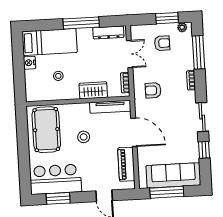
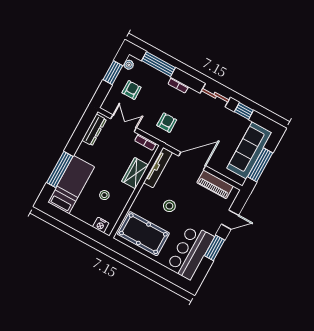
window: (81, 23) -> (60, 169), moved
nightstand: (29, 63) -> (101, 225), moved
armchair: (153, 90) -> (167, 123), turned 180
window: (58, 198) -> (215, 248), moved

